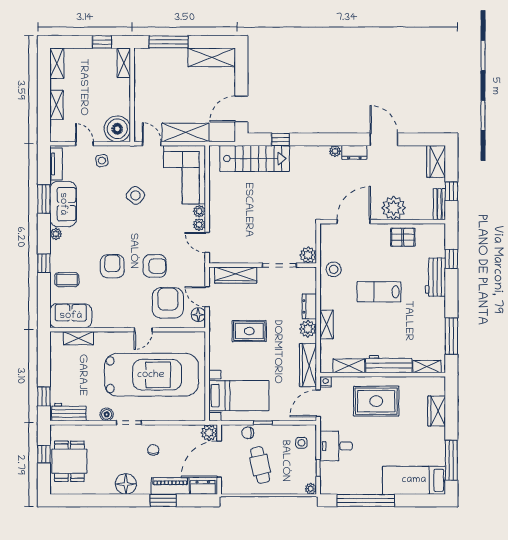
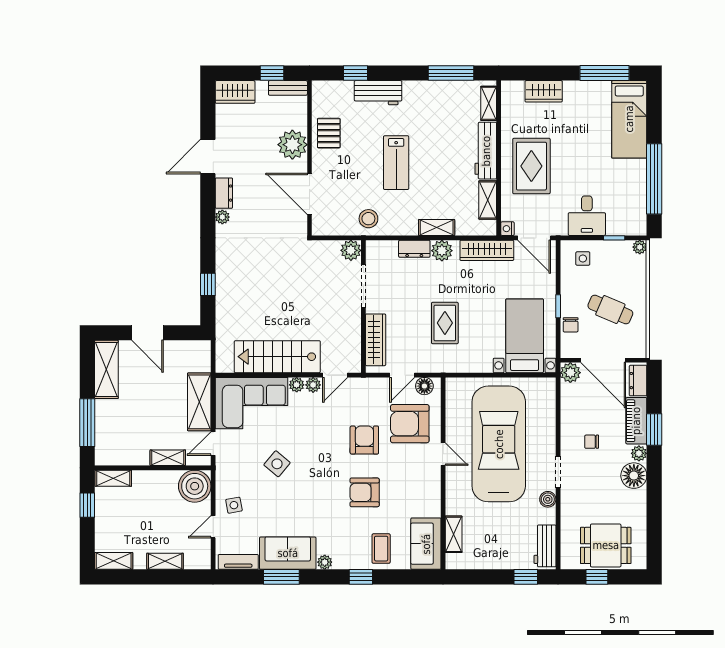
shelving: (140, 107) -> (168, 458), added
door: (241, 109) -> (147, 333), moved
stairs: (255, 159) -> (277, 357), moved, turned -90
cafe table: (260, 465) -> (610, 310), turned 36
plant: (144, 488) -> (639, 453), added

